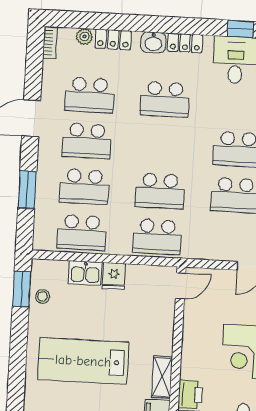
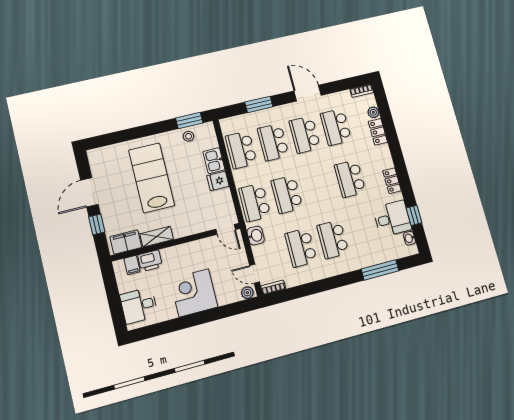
washbasin: (153, 42) -> (256, 236), moved, turned 180

